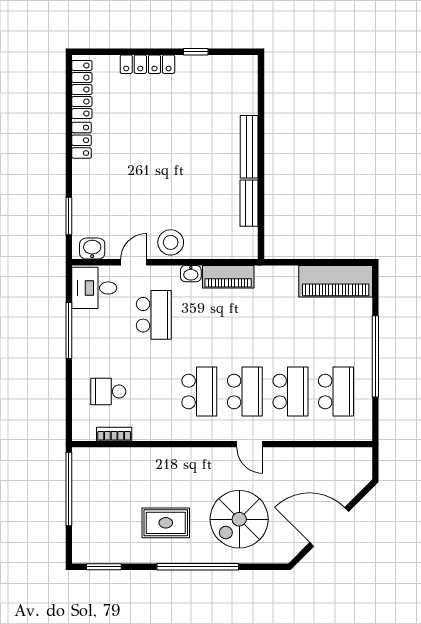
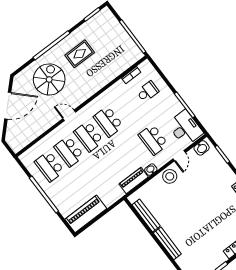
bench: (249, 203) -> (146, 215), width x1.36
desk: (94, 288) -> (185, 128), width x1.37

